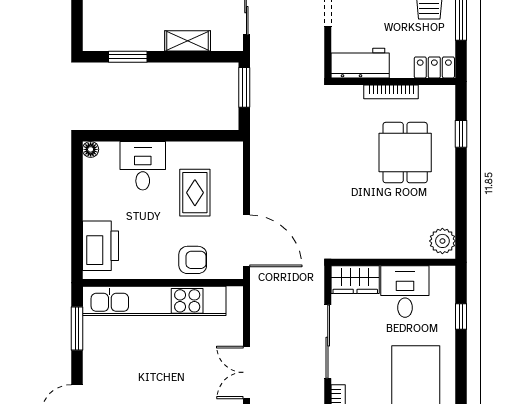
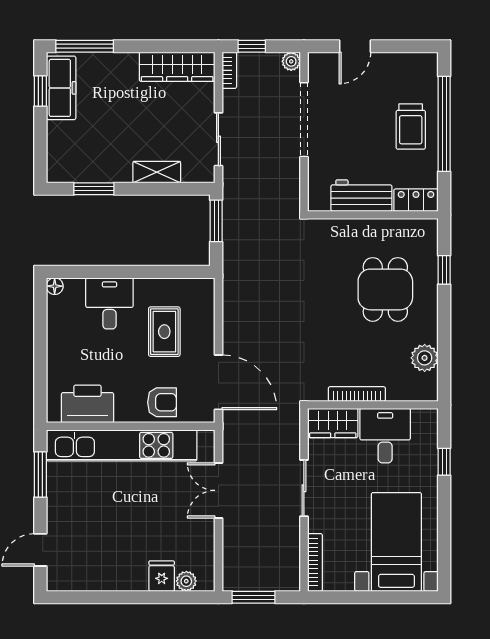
workbench: (360, 63) -> (361, 196), moved
bookcase: (391, 92) -> (357, 394), moved, turned 180
plant: (442, 241) -> (425, 358), moved
printer: (100, 246) -> (87, 404), moved, turned -90
sliding door: (328, 342) -> (304, 488), width x0.73
double door: (246, 372) -> (218, 490), moved

